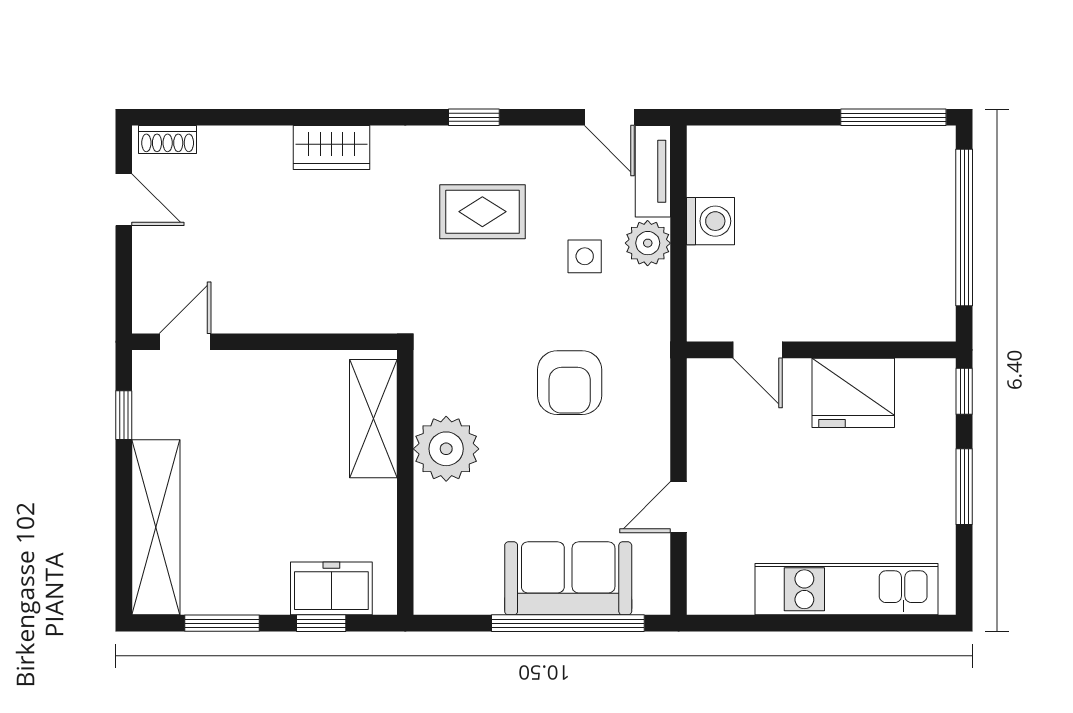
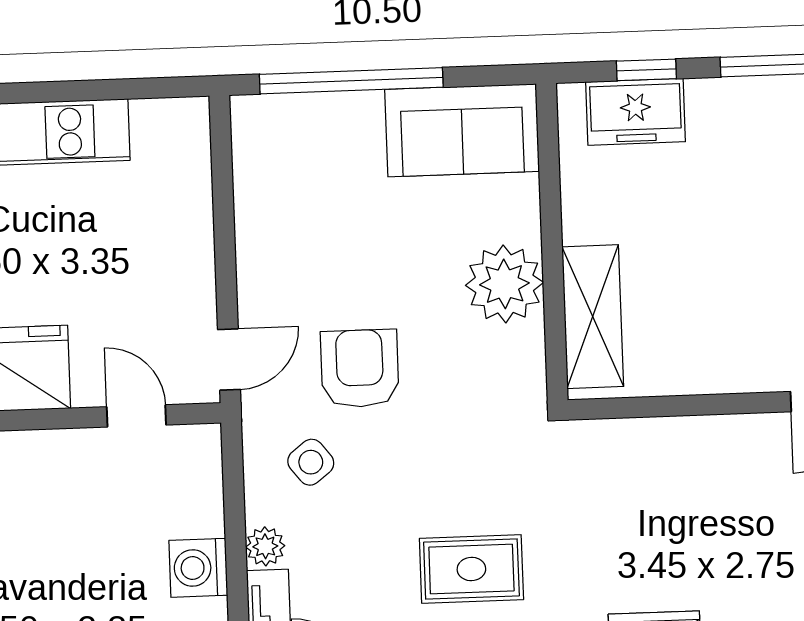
plant: (648, 243) -> (265, 546), width x0.73, depth x0.73
side table: (585, 256) -> (311, 462), moved, turned -38
door: (679, 507) -> (229, 360), moved
sofa: (568, 578) -> (462, 130), moved

